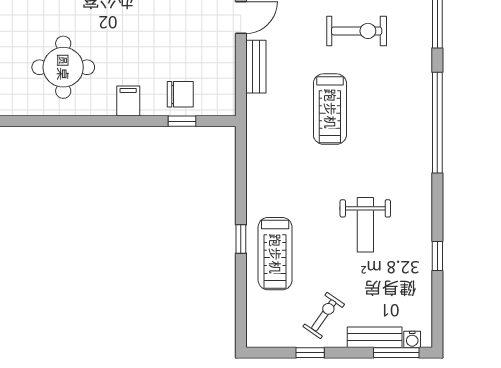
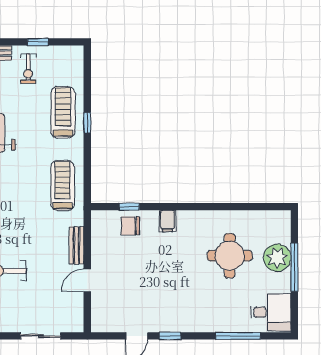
round table: (63, 67) -> (230, 256), moved
treadmill: (330, 109) -> (62, 186), moved
exercise bike: (324, 315) -> (28, 68), turned -35

